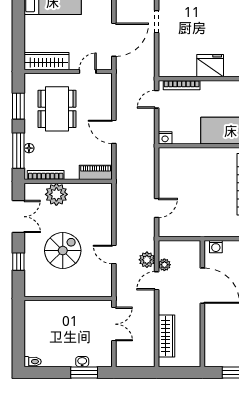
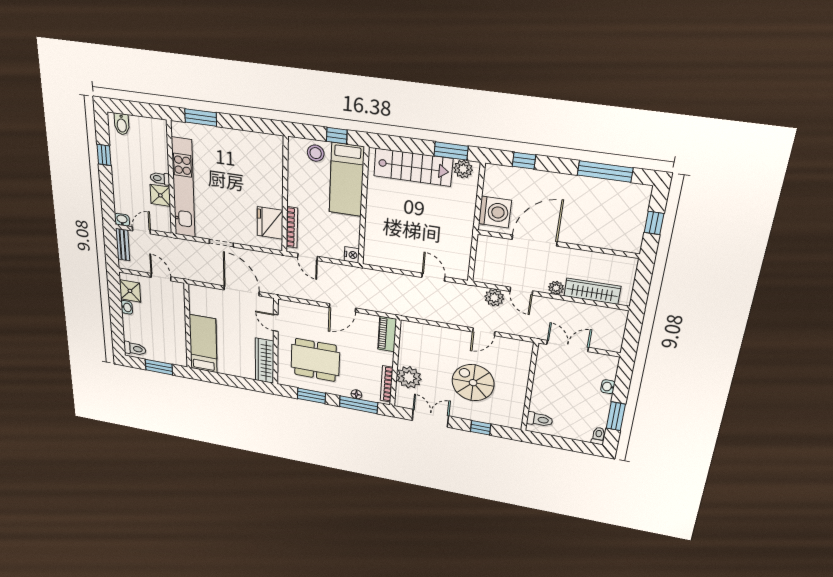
fridge: (210, 66) -> (270, 223), moved
washing machine: (216, 247) -> (495, 212), width x1.89, depth x1.89
plant: (164, 265) -> (556, 288), moved
toilet: (38, 311) -> (540, 420), added
window: (84, 372) -> (616, 416), moved

